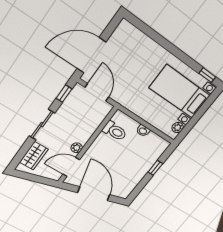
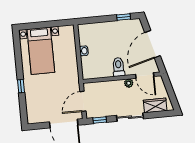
window: (207, 75) -> (21, 86), moved
plant: (178, 128) -> (64, 30), removed
toilet: (115, 131) -> (118, 67), moved
window: (155, 168) -> (124, 17), moved

